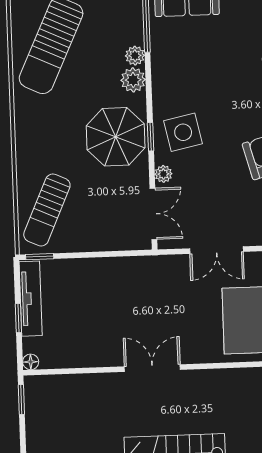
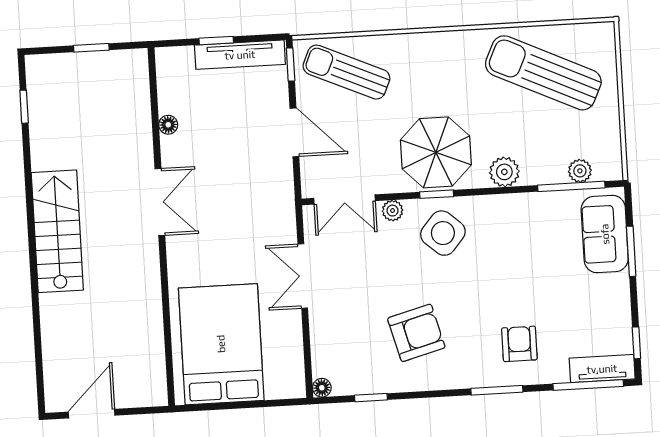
plant: (135, 56) -> (580, 171), moved
side table: (183, 132) -> (443, 233), turned -37
door: (96, 254) -> (294, 132), added
floor lamp: (31, 362) -> (168, 125), moved
window: (21, 400) -> (91, 48), moved

